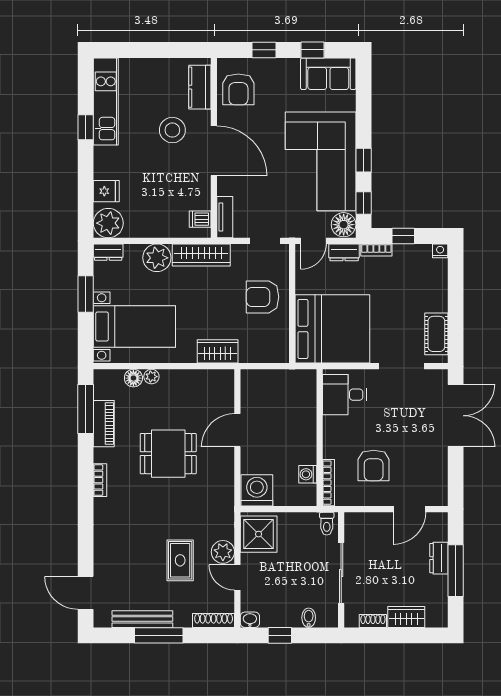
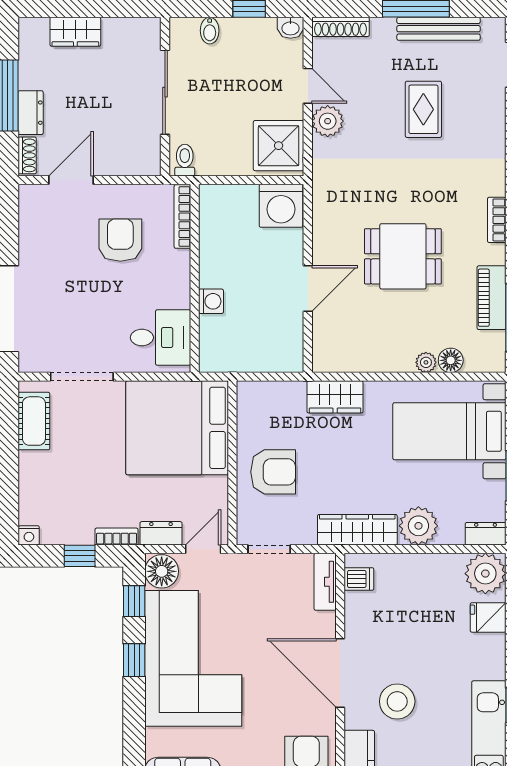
washing machine: (308, 474) -> (211, 301), moved
rug: (180, 560) -> (423, 109), moved
shoe rack: (373, 621) -> (27, 155), moved, turned -90

